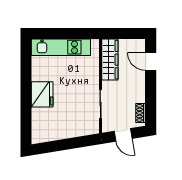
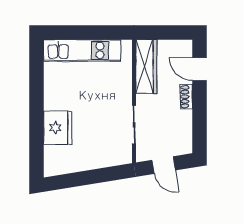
fridge: (42, 94) -> (58, 128), moved
shoe rack: (141, 113) -> (186, 97), moved

